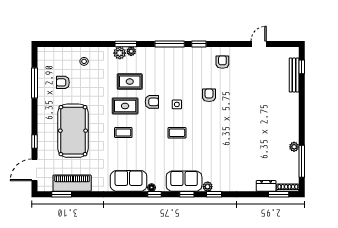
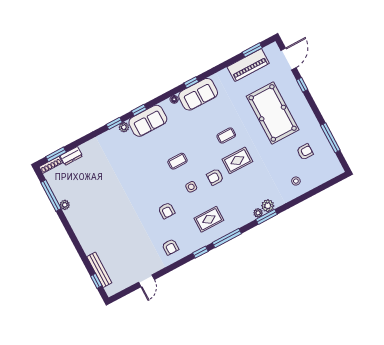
rug: (130, 82) -> (209, 219), moved
window: (154, 194) -> (191, 82), moved

